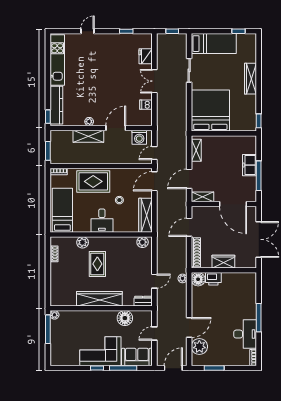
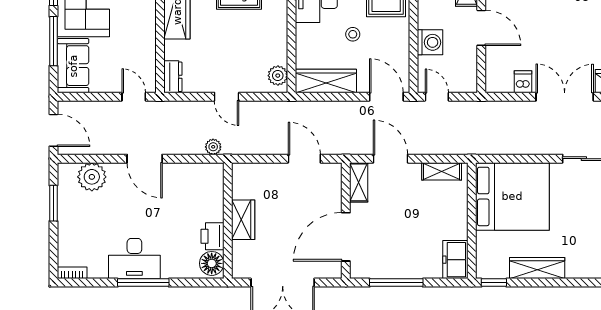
wardrobe: (251, 79) -> (537, 268), moved
double door: (154, 81) -> (565, 97), width x1.37
washing machine: (139, 137) -> (430, 42), moved, turned 180
freezer: (250, 165) -> (455, 260), moved, turned -90
shoe rack: (196, 252) -> (260, 171), removed
floor lamp: (198, 279) -> (212, 263), moved
printer: (213, 279) -> (213, 236), moved
door: (154, 281) -> (227, 97), moved
floor lamp: (125, 318) -> (142, 44), removed
door: (189, 328) -> (145, 159), moved
door: (154, 333) -> (134, 97), moved
desk: (245, 334) -> (134, 258), moved

